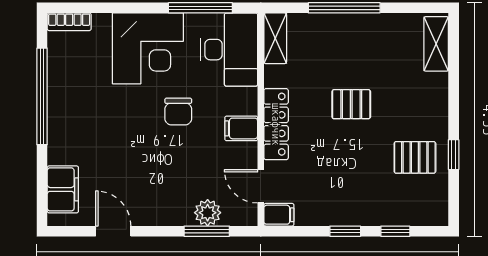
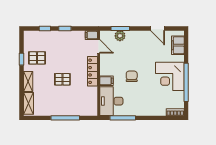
shelving: (275, 38) -> (28, 82), moved
corner desk: (148, 48) -> (170, 76), moved, turned -90
filing cabinet: (241, 128) -> (106, 81), moved

